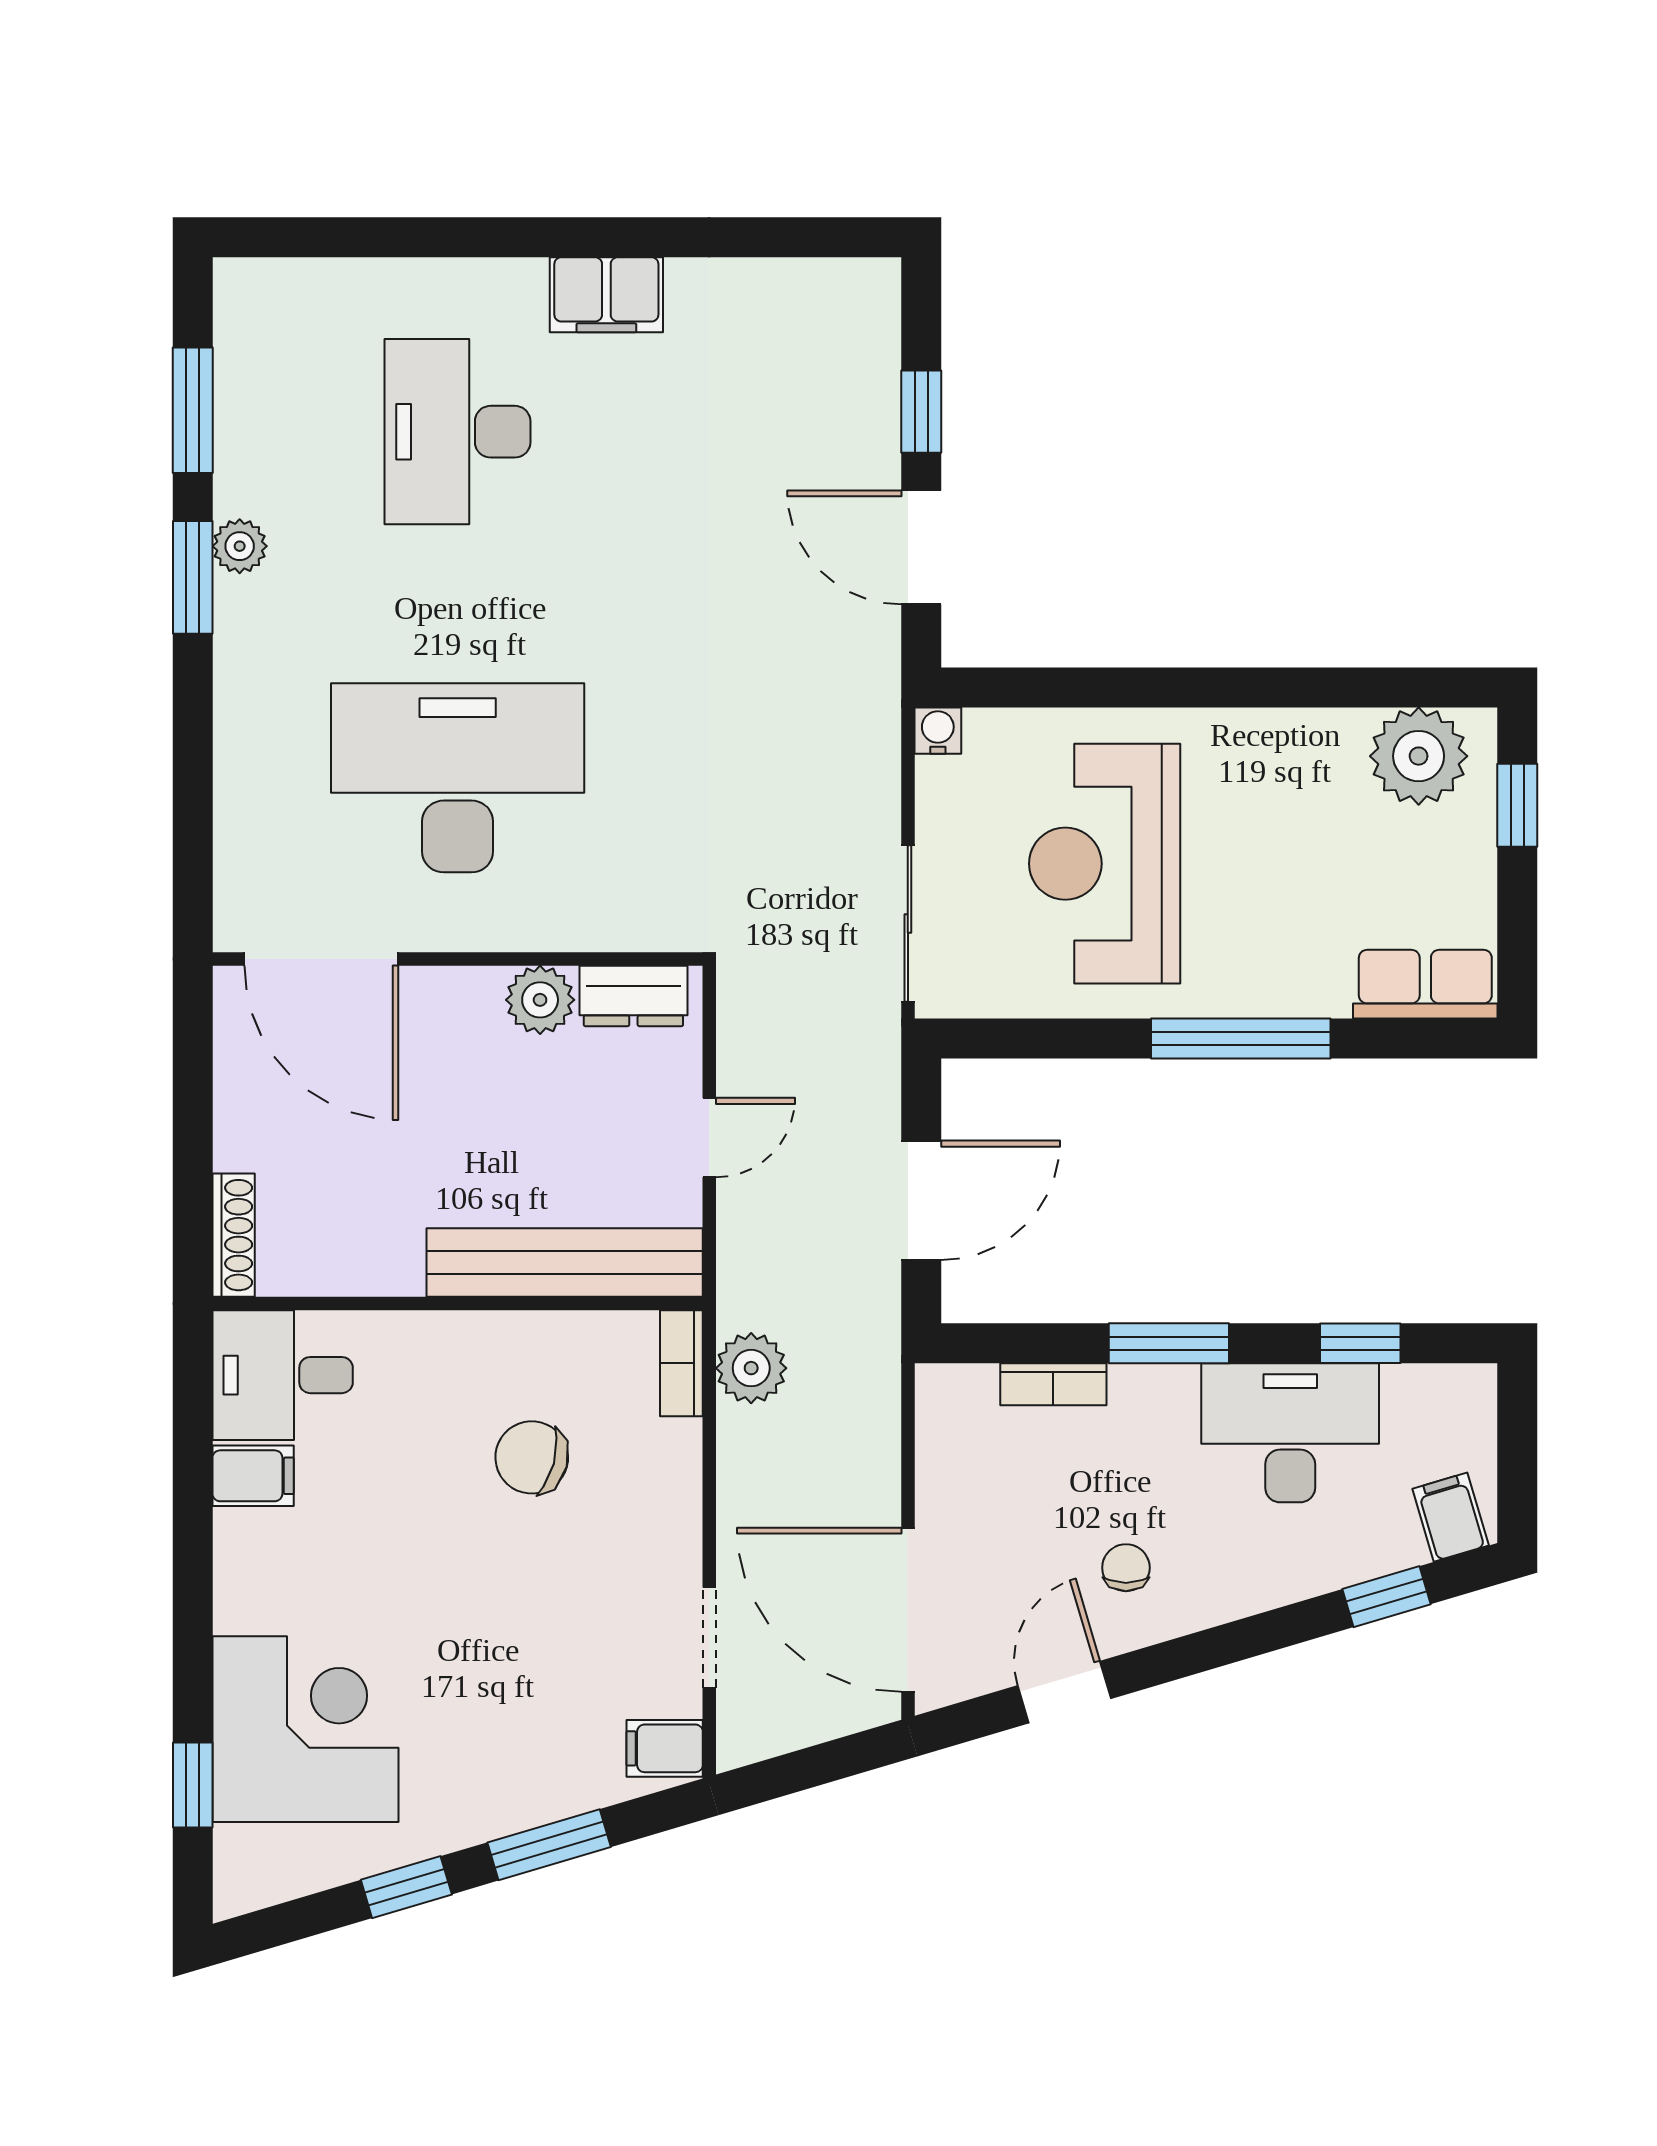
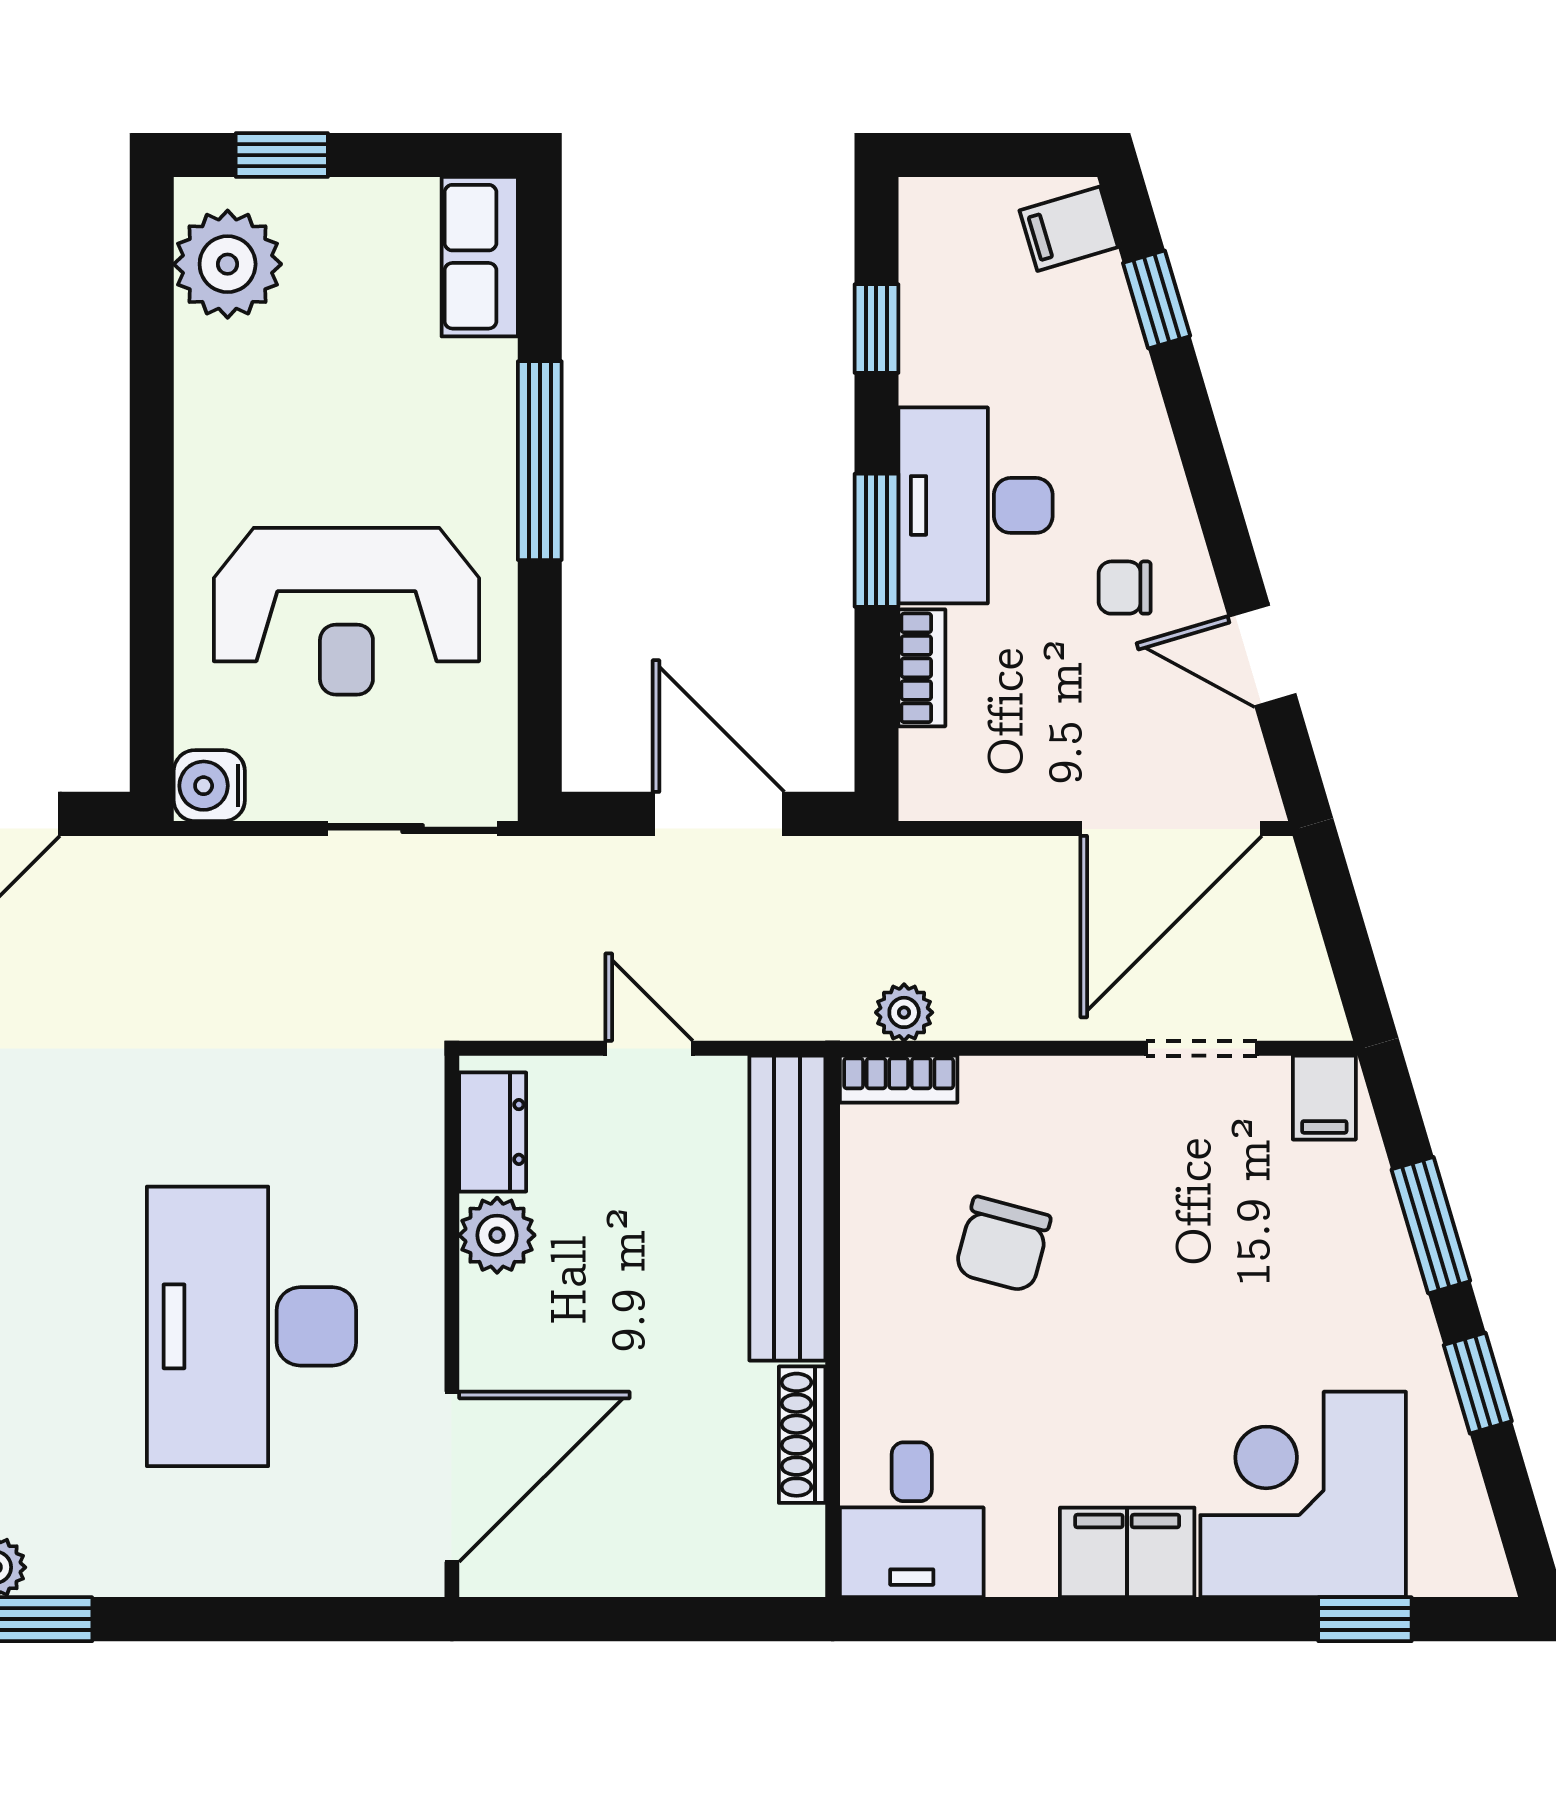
water cooler: (938, 731) -> (209, 786), width x1.38, depth x1.38
shoe rack: (234, 1235) -> (802, 1435), moved, turned -90
plant: (751, 1368) -> (904, 1012), width x0.73, depth x0.73
desk: (1290, 1433) -> (975, 505), moved
filing cabinet: (253, 1476) -> (1127, 1552), moved, width x2.00

